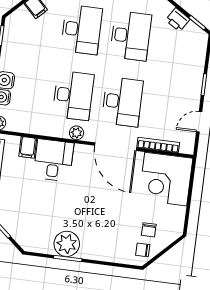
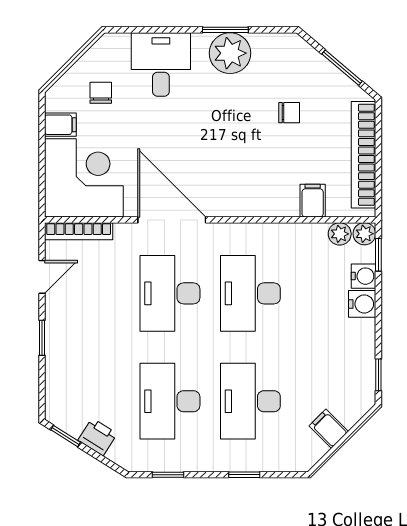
plant: (77, 133) -> (340, 234), moved
bookcase: (158, 145) -> (79, 231), moved
desk: (54, 160) -> (161, 64), moved, turned 180
filing cabinet: (176, 213) -> (60, 125), added
chair: (143, 250) -> (289, 113), moved

